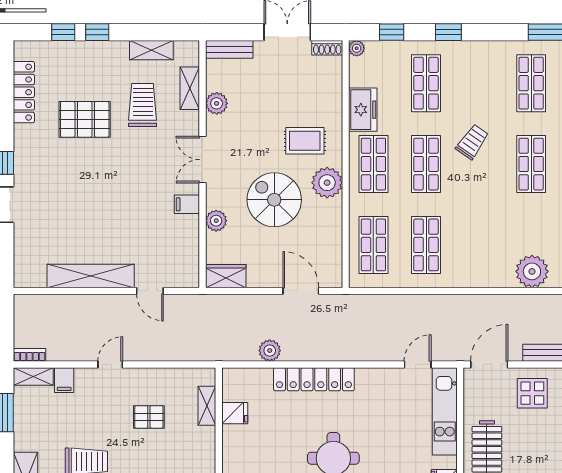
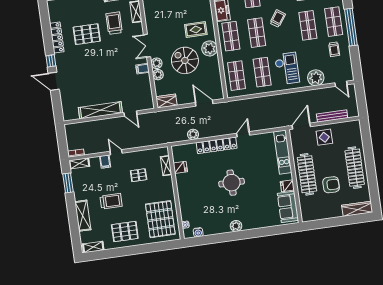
locker: (24, 92) -> (57, 38), moved
plant: (217, 103) -> (157, 63), moved
checkout: (477, 245) -> (287, 68), added
door: (110, 364) -> (116, 152), hinge flipped
door: (418, 364) -> (243, 134), moved
filing cabinet: (64, 380) -> (105, 162), moved

